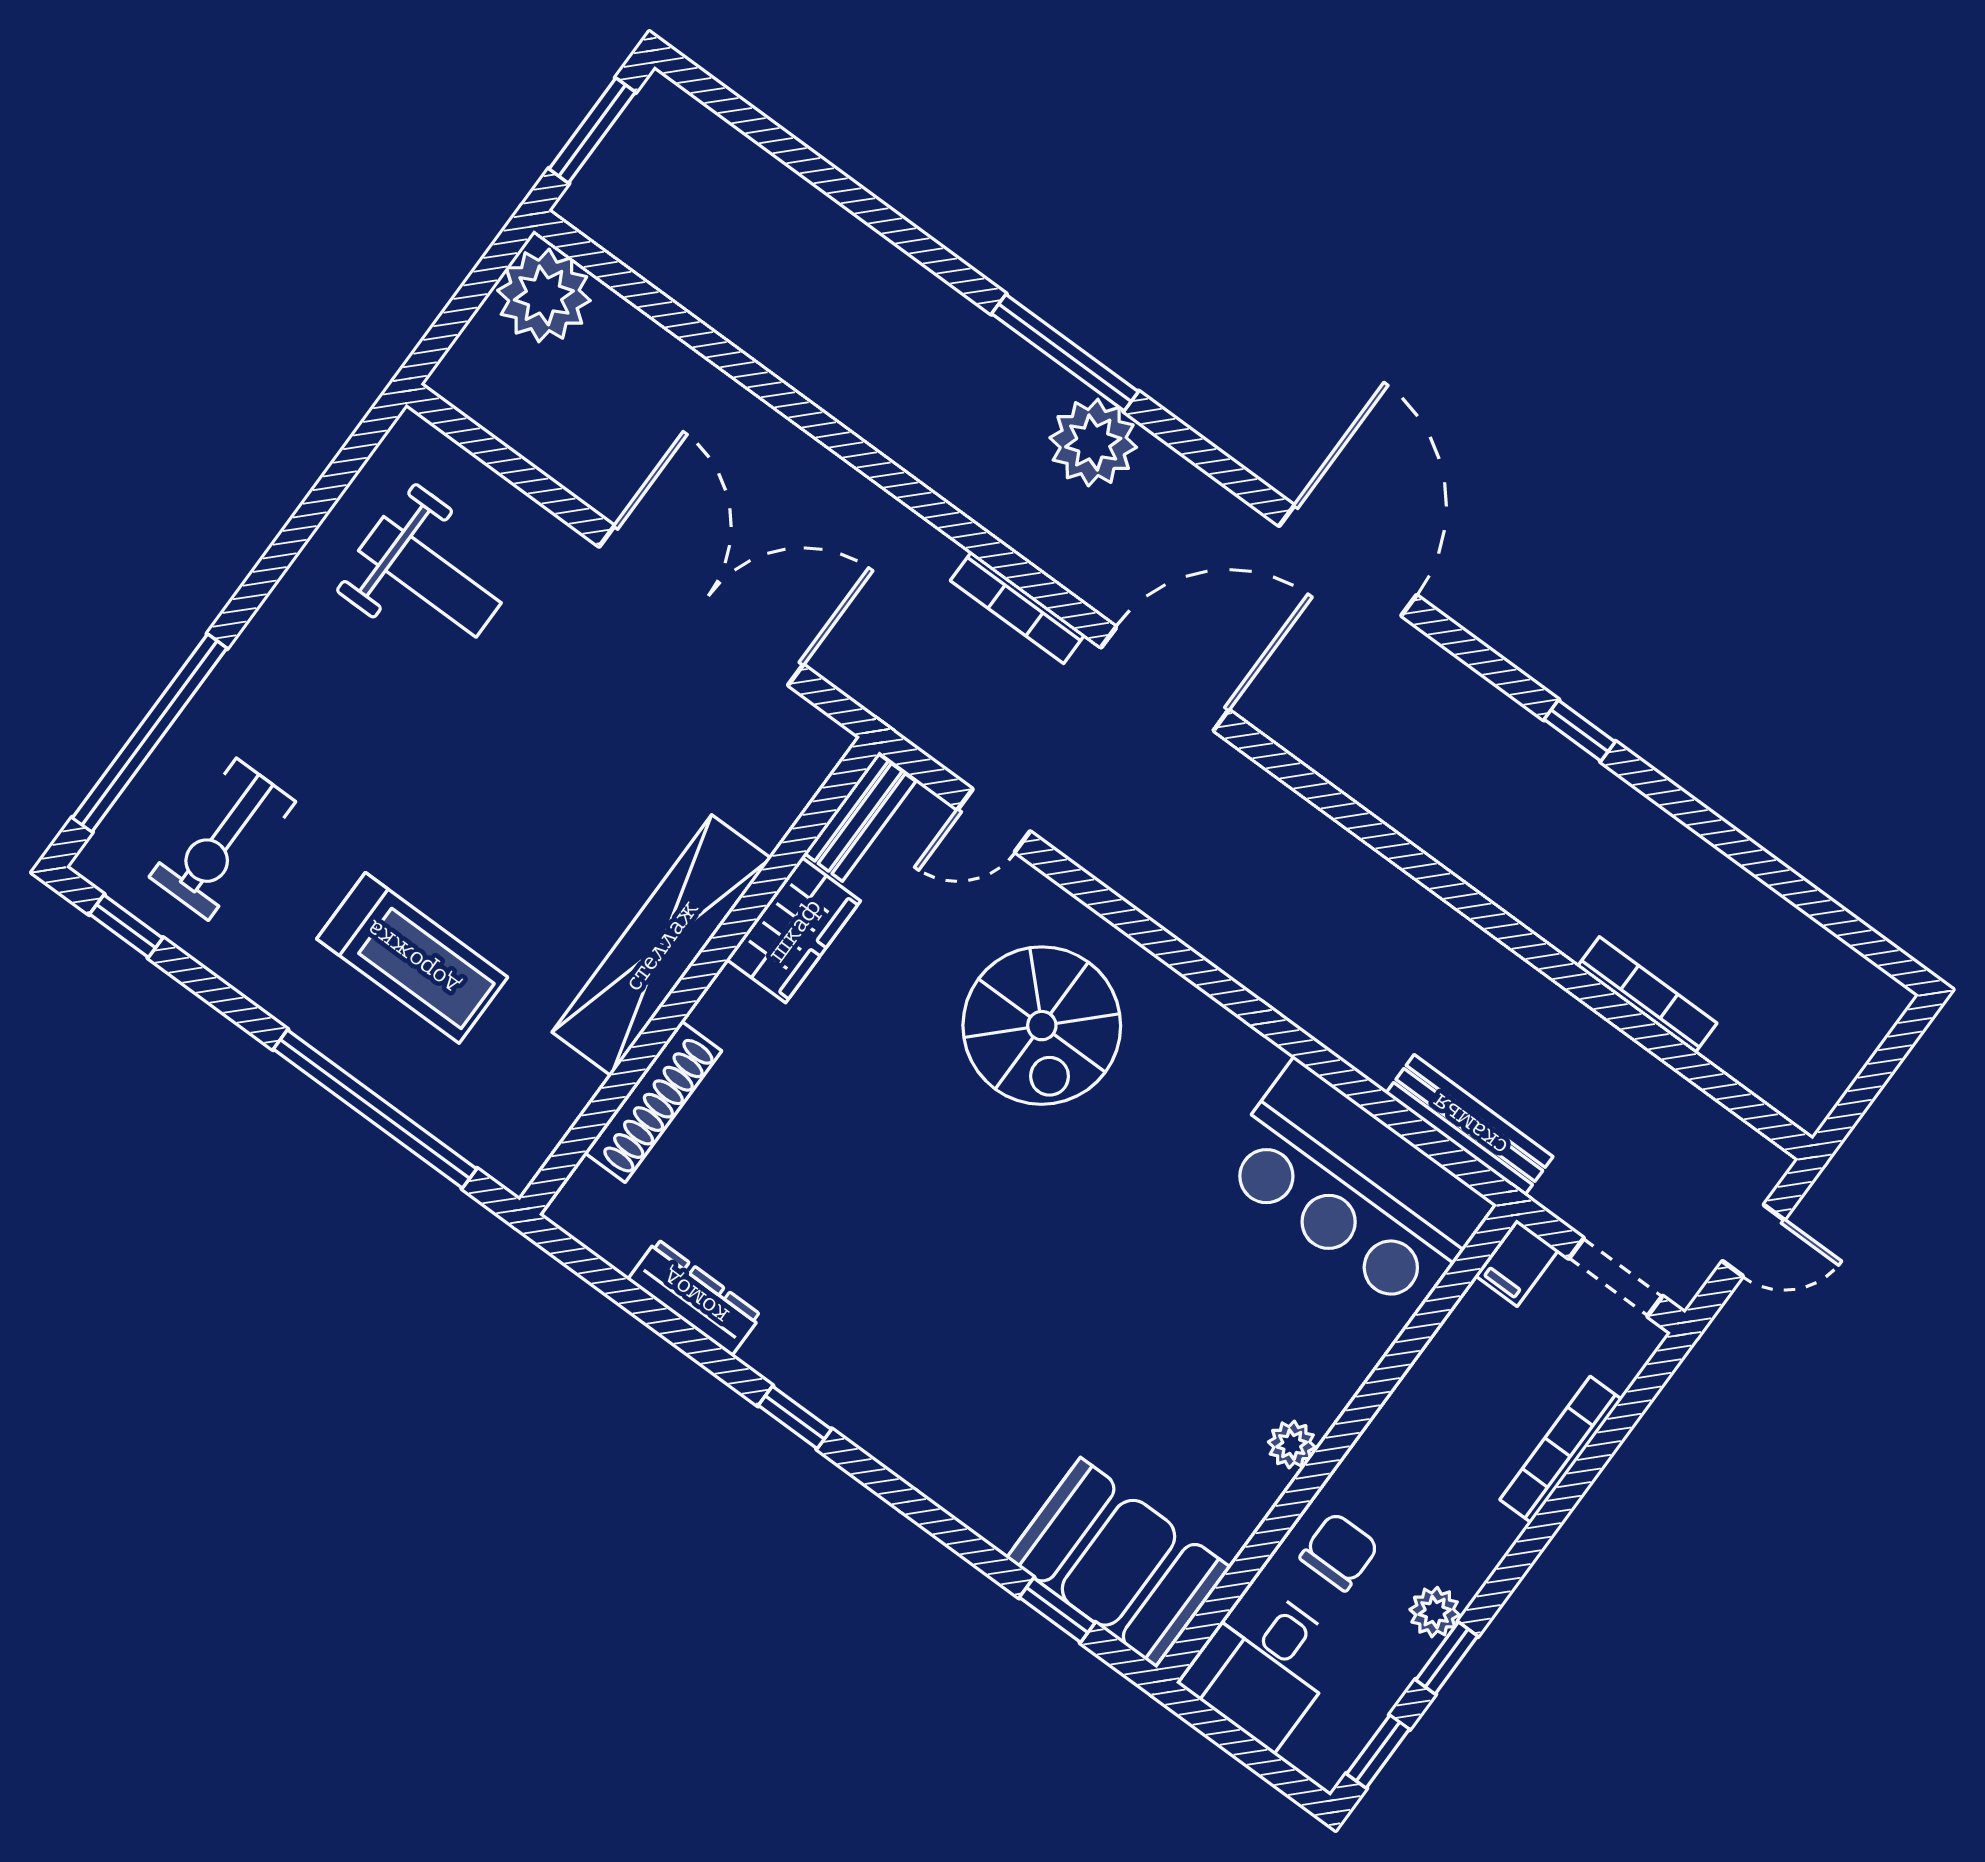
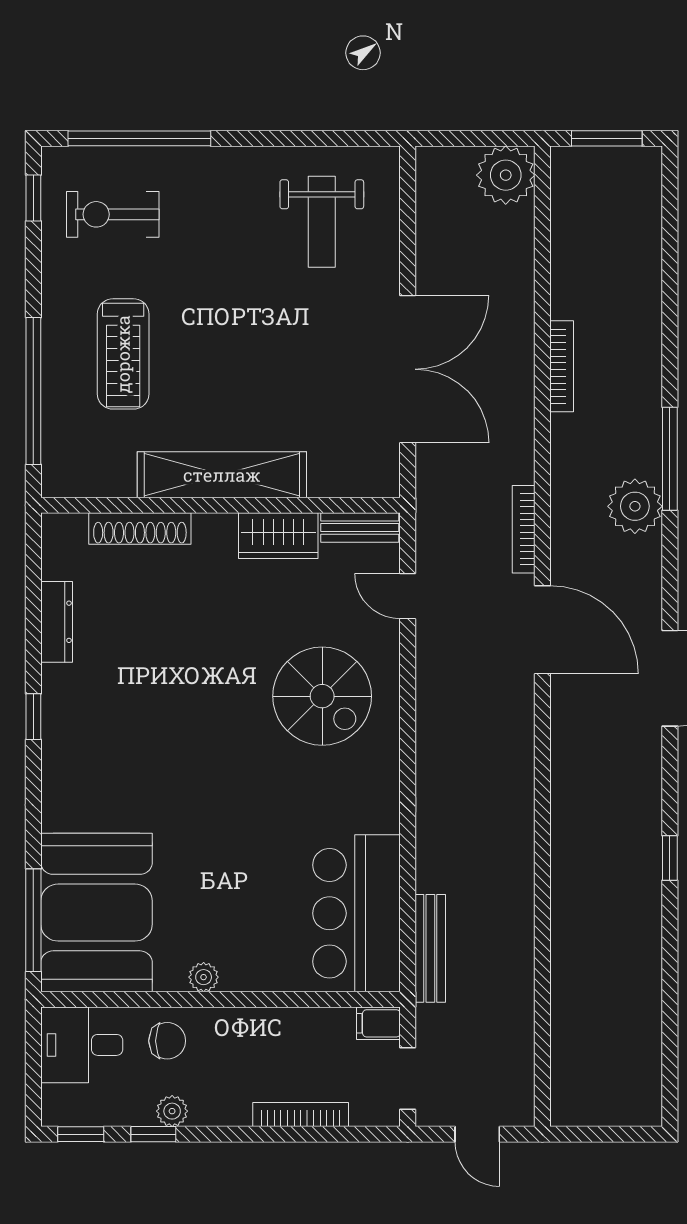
bookcase: (1647, 995) -> (562, 366), moved
spiral stairs: (1042, 1026) -> (322, 696), turned -90
booth: (1119, 1563) -> (96, 913), width x1.36, depth x1.42
window: (1057, 1610) -> (33, 920), width x2.17

